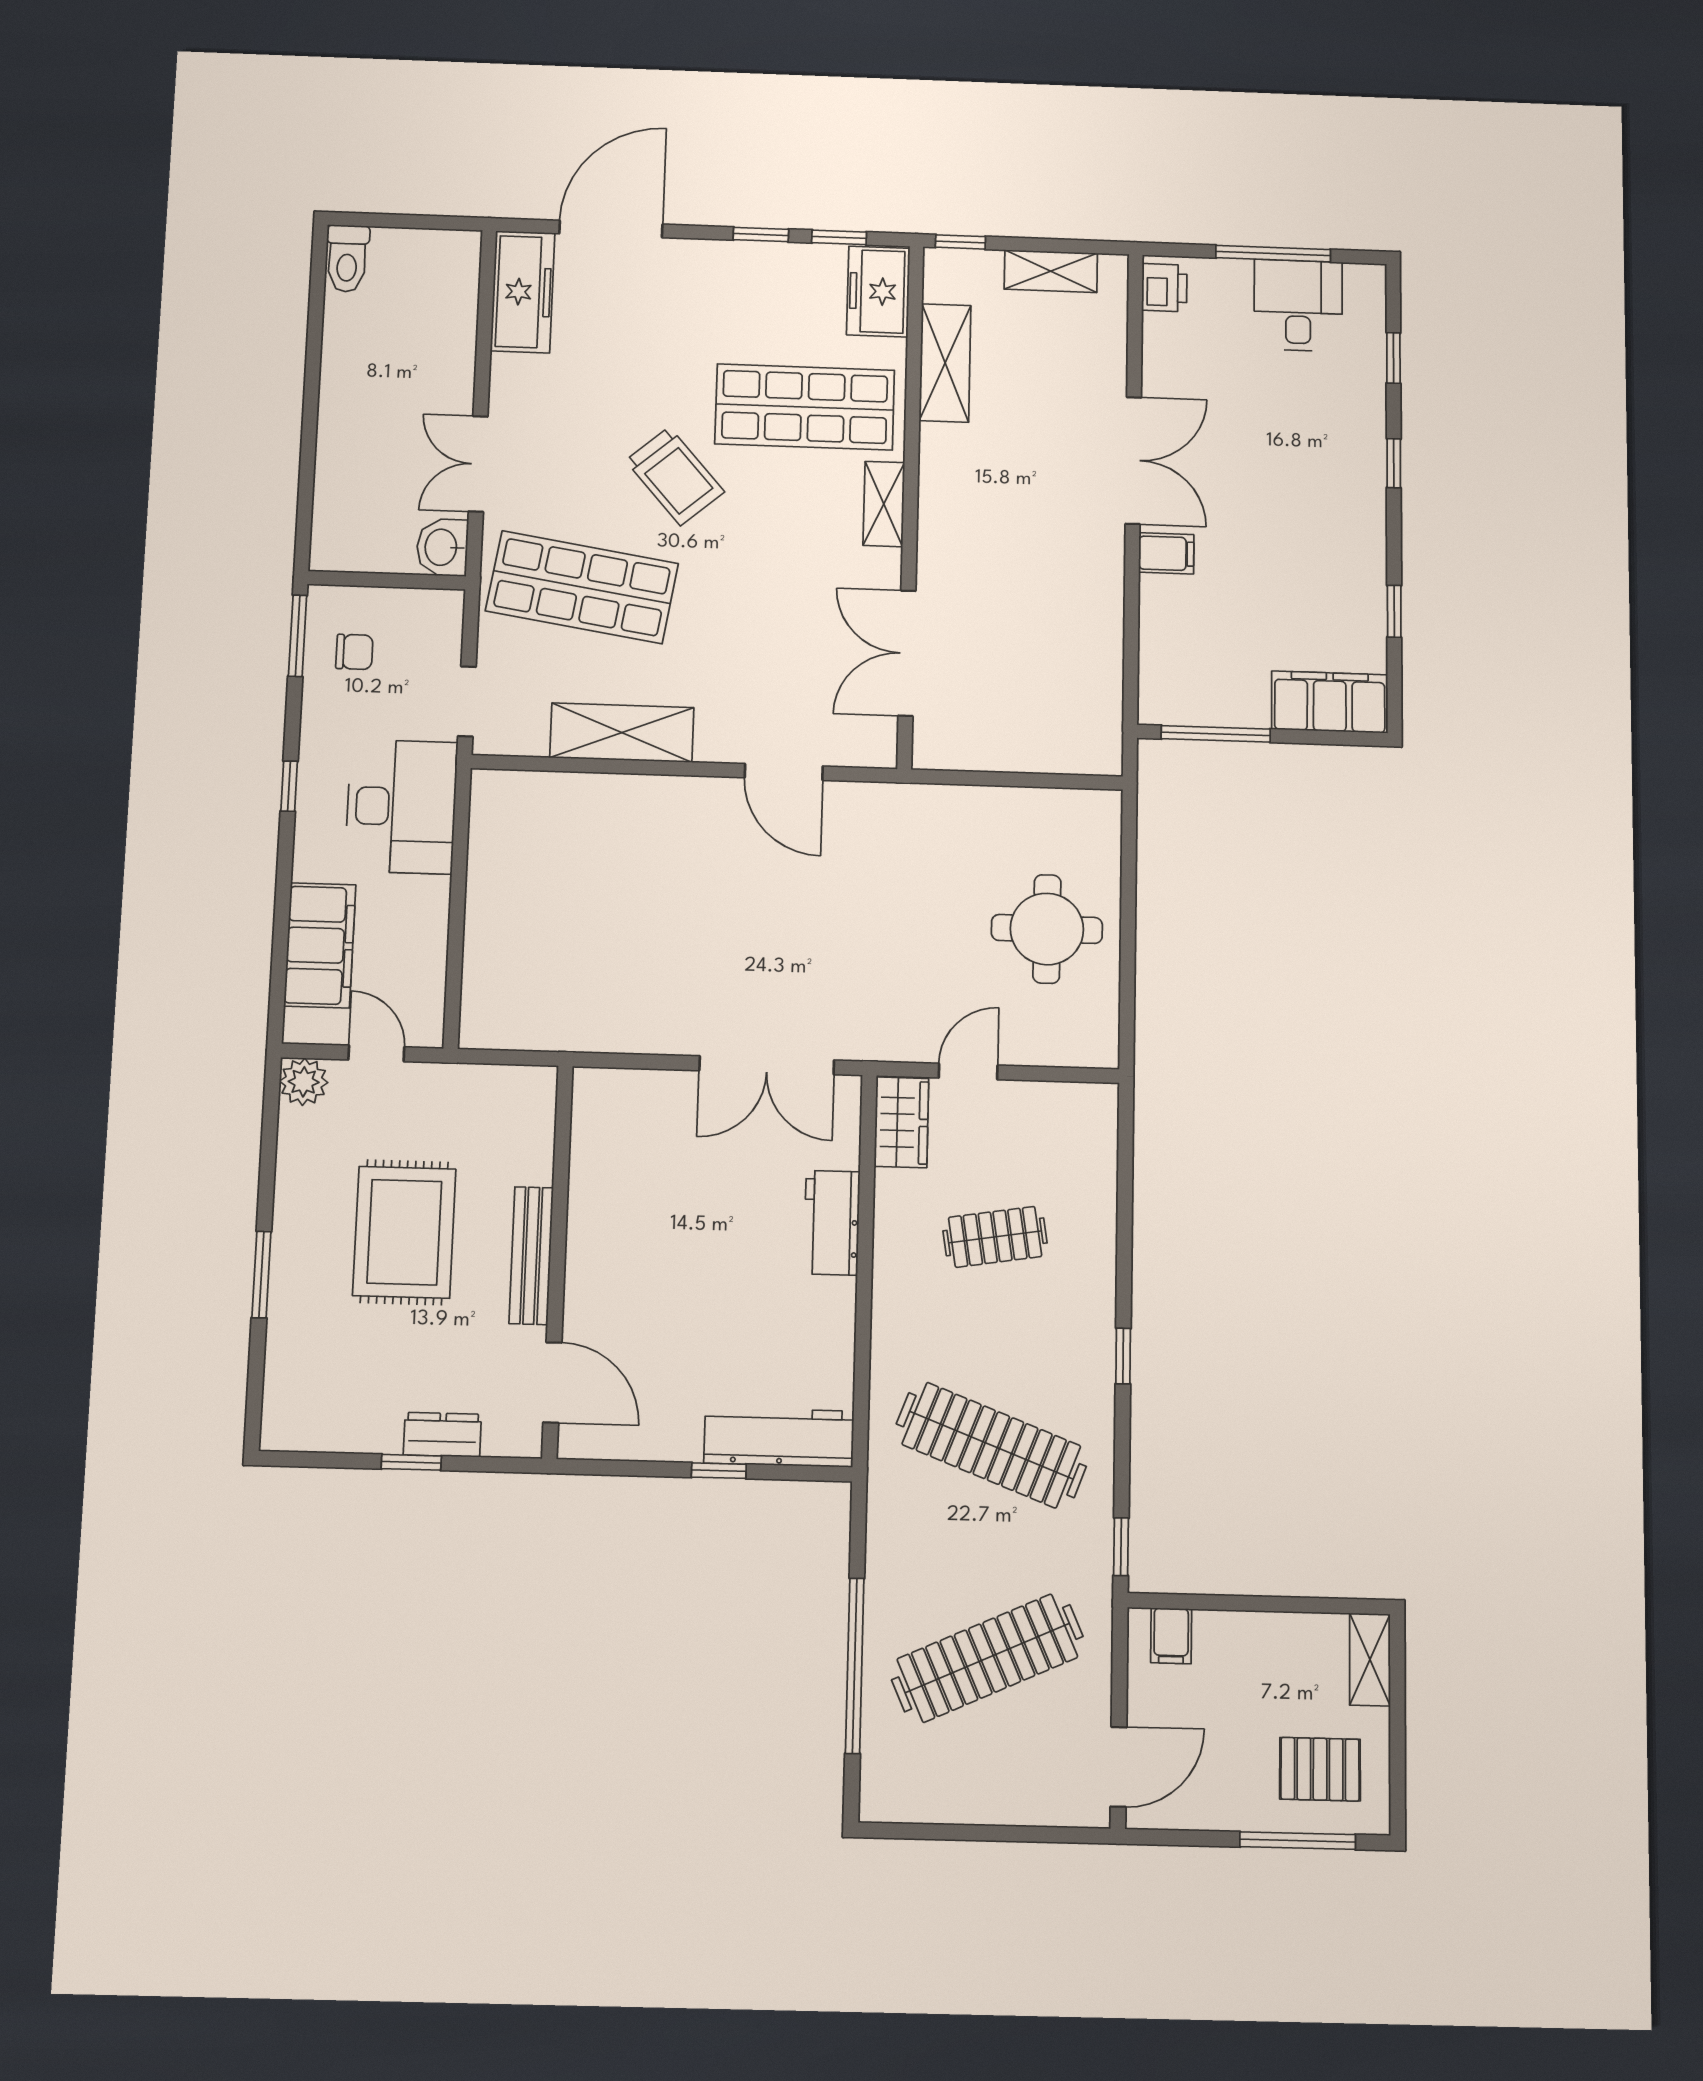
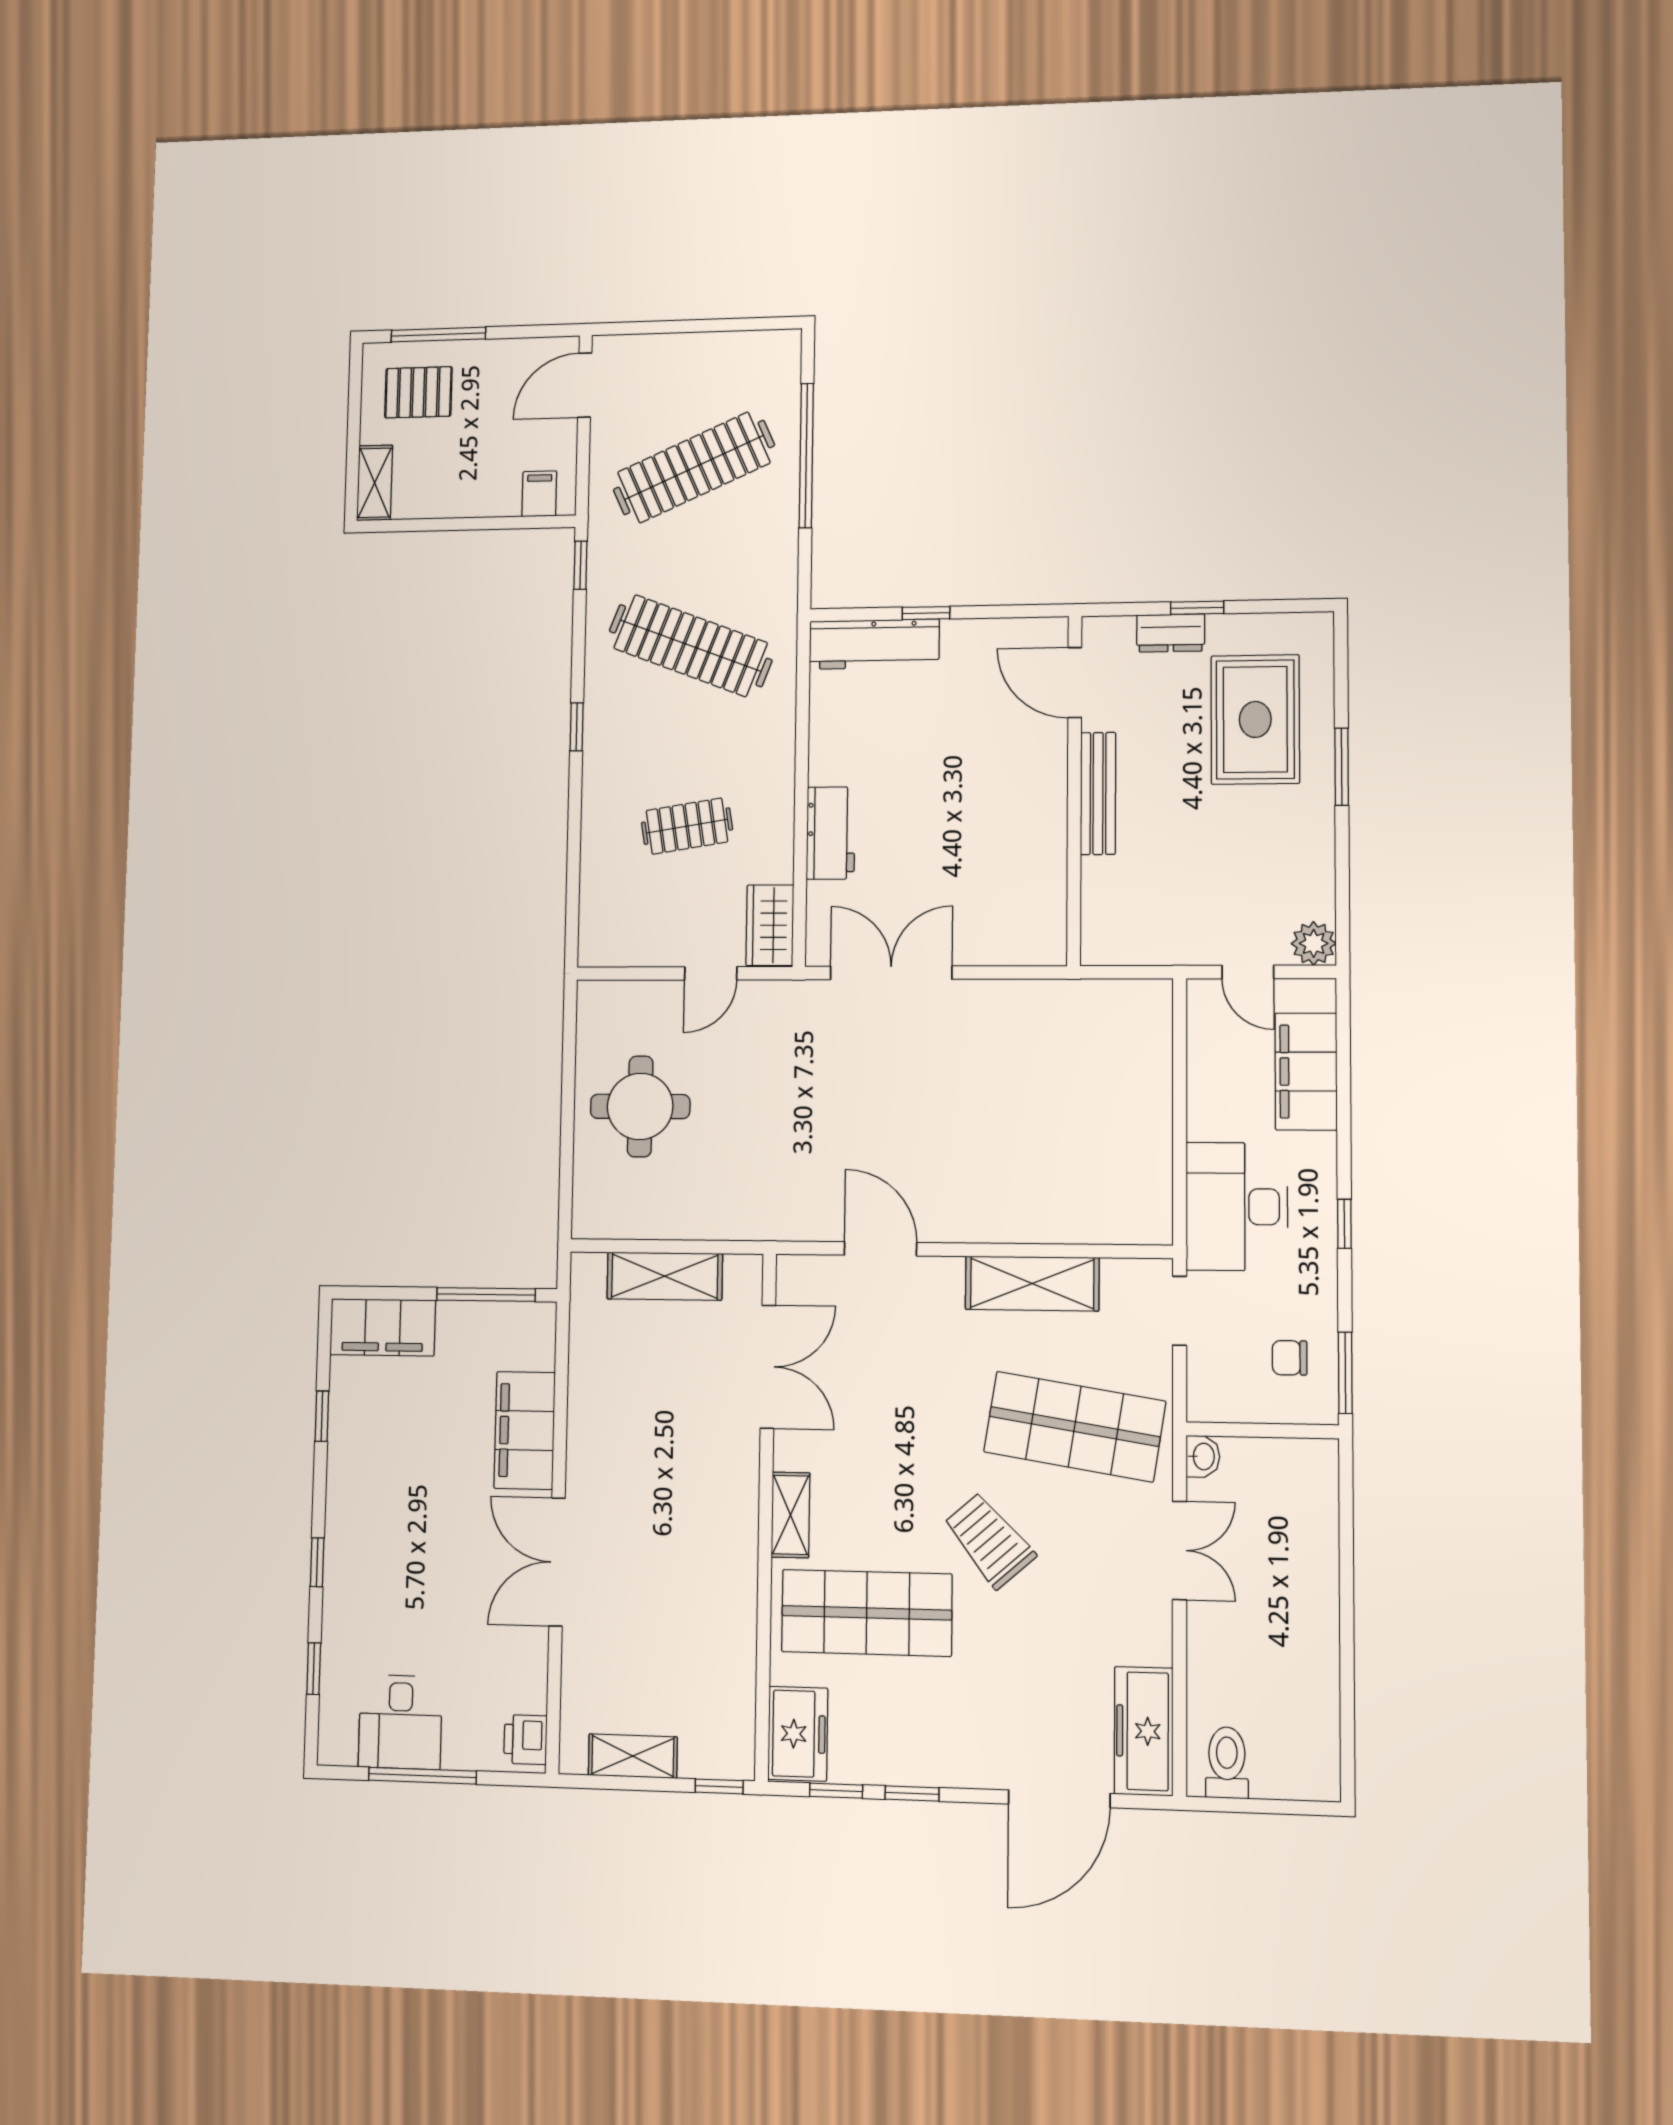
toilet: (347, 258) -> (1227, 1763), moved
shelving: (945, 363) -> (665, 1276), moved, turned 90
washbasin: (442, 547) -> (1203, 1456), width x0.72, depth x0.69
filing cabinet: (1166, 553) -> (525, 1430), width x3.00, depth x1.17
rug: (404, 1232) -> (1255, 719), moved

